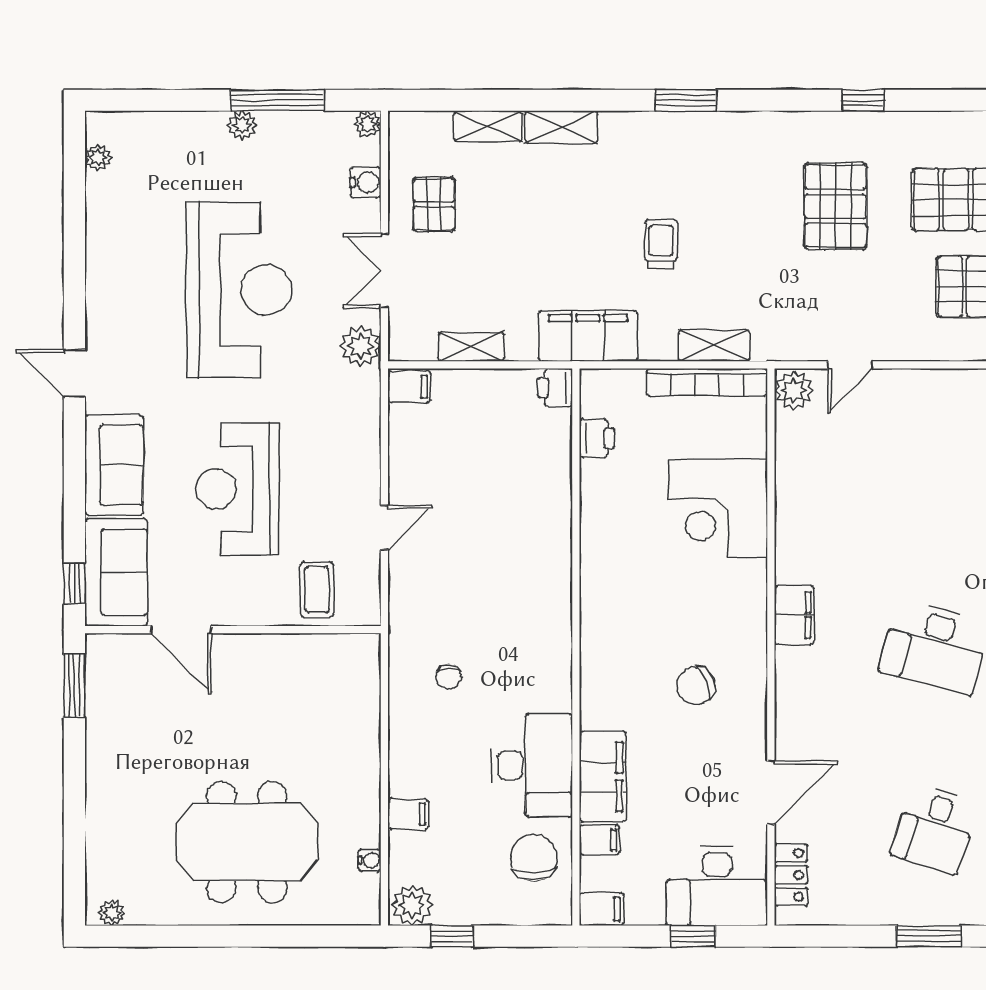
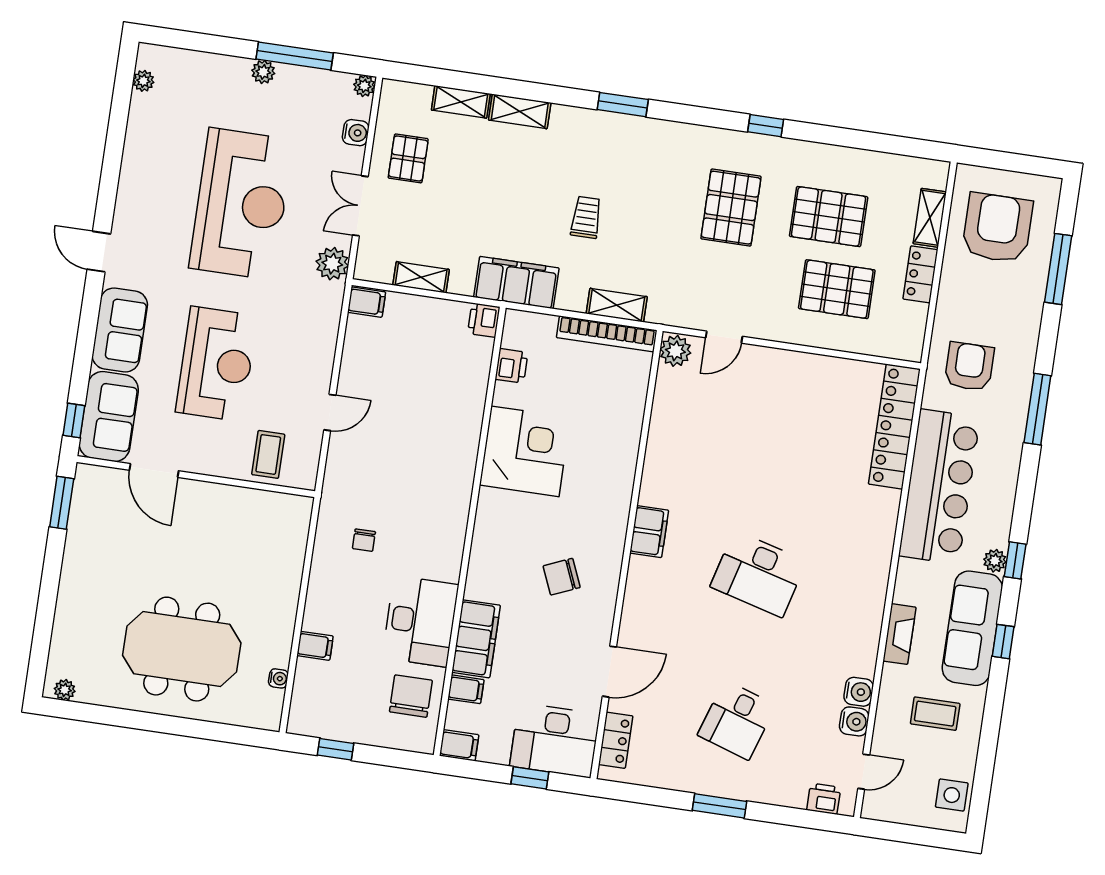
reception desk: (238, 489) -> (216, 364), turned 180
corner desk: (718, 508) -> (525, 451), moved, turned 180
plant: (412, 905) -> (307, 720), removed

